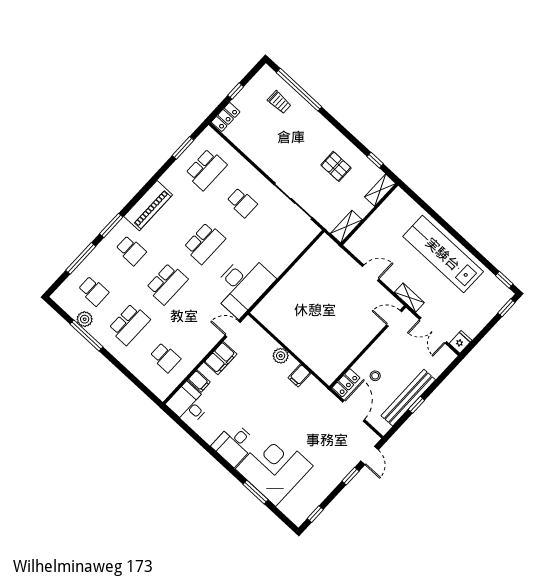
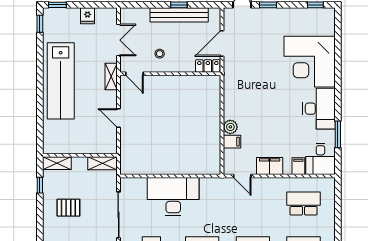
pallet: (336, 166) -> (68, 208), turned 90
desk: (242, 285) -> (173, 197), moved
fridge: (461, 342) -> (87, 16), moved, turned -90
school desk: (165, 357) -> (304, 204), width x1.85
filing cabinet: (299, 375) -> (232, 142), moved
stool: (375, 376) -> (160, 54), moved
desk: (234, 444) -> (319, 109), width x1.37
window: (256, 492) -> (338, 134), moved

